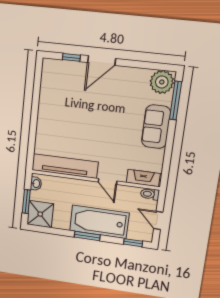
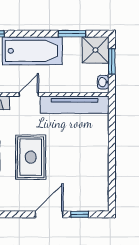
rug: (113, 120) -> (31, 157), added
door: (108, 182) -> (29, 94), hinge flipped
window: (87, 236) -> (72, 34), moved

